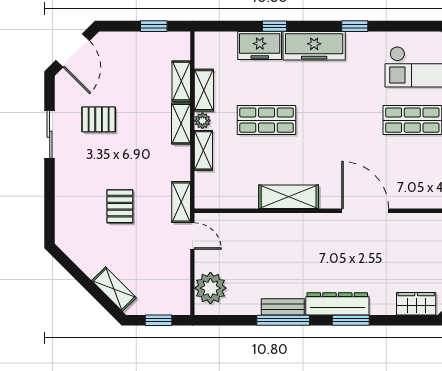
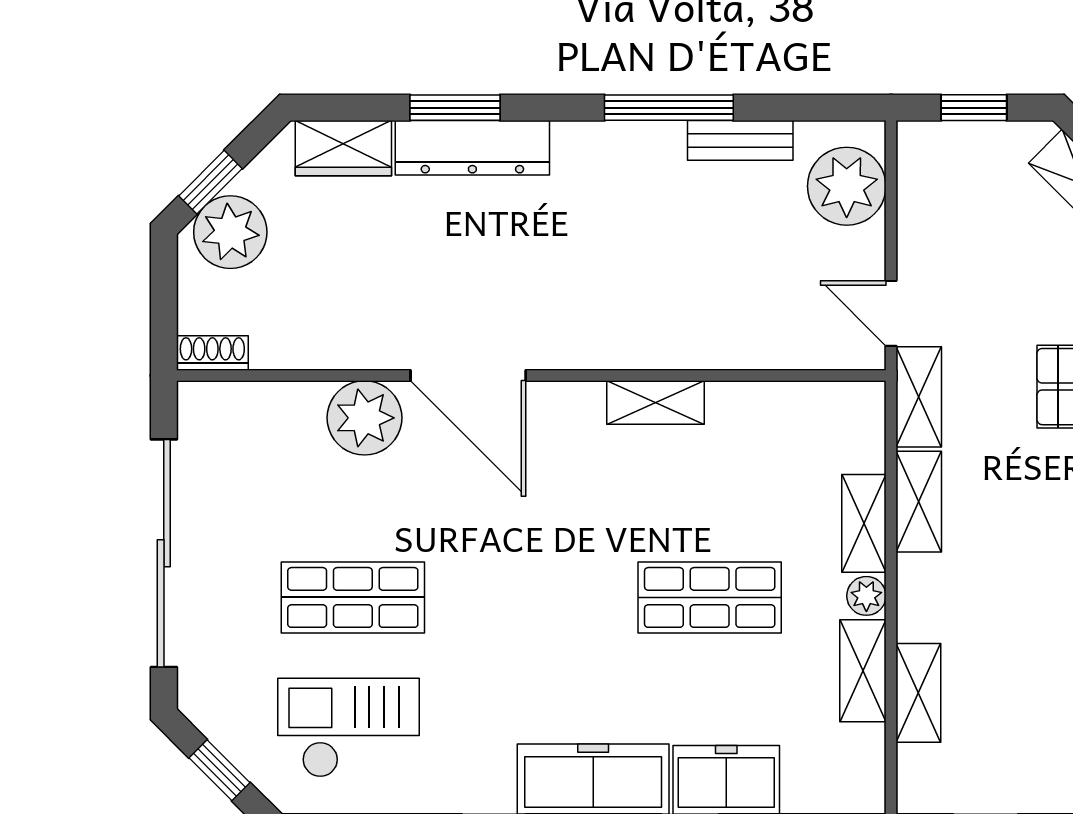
shelving: (181, 124) -> (919, 502), moved
plant: (408, 193) -> (365, 418), added
shelving: (289, 197) -> (656, 402), width x0.67, depth x0.75
dresser: (337, 304) -> (472, 148), moved
bench: (283, 307) -> (740, 140), moved
window: (351, 320) -> (455, 108), moved

